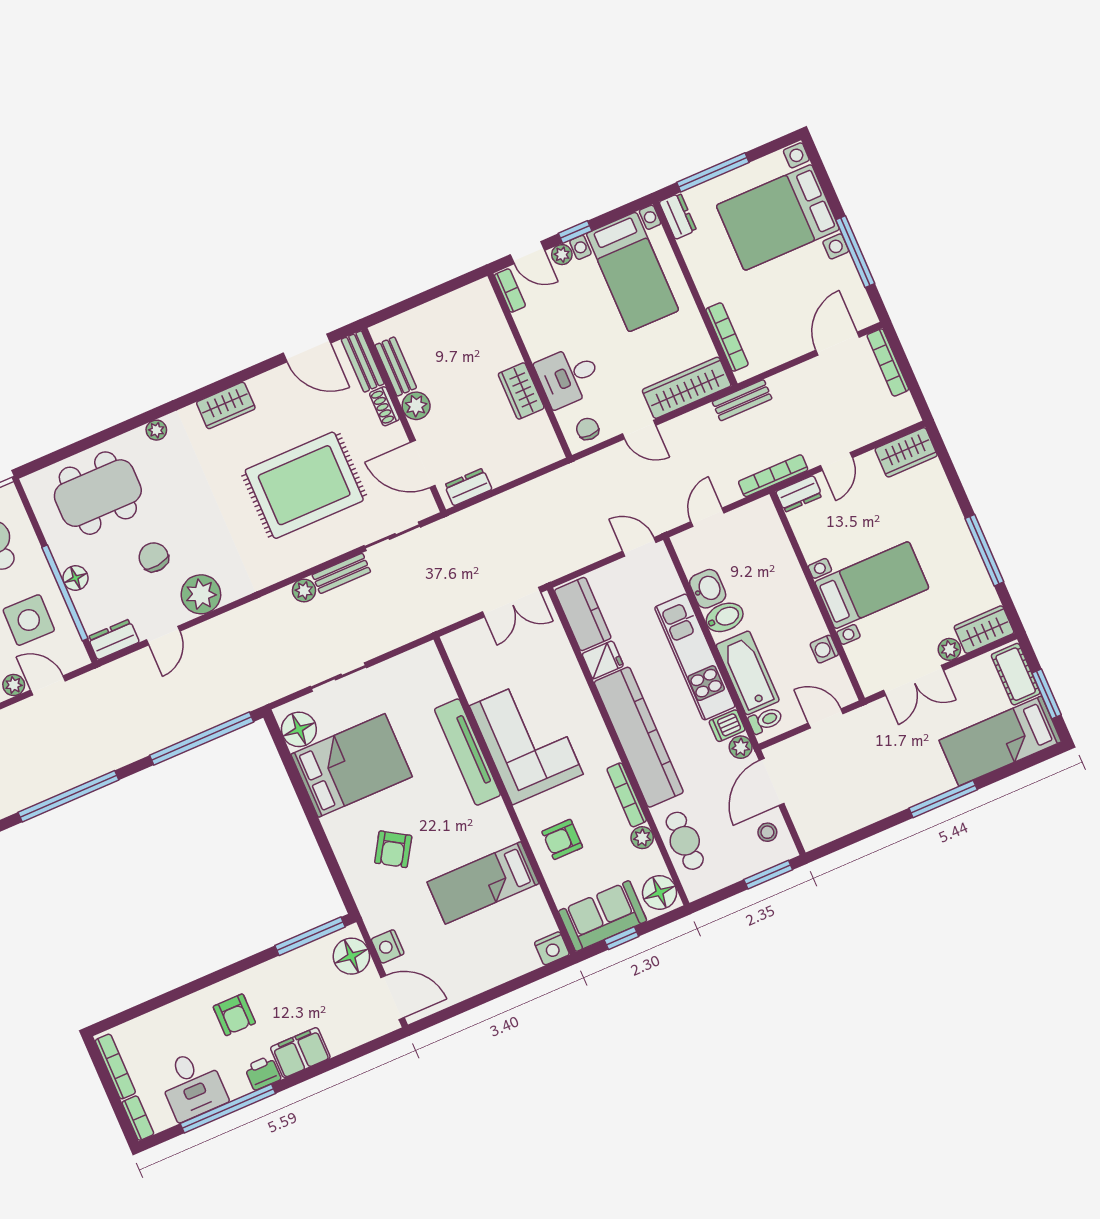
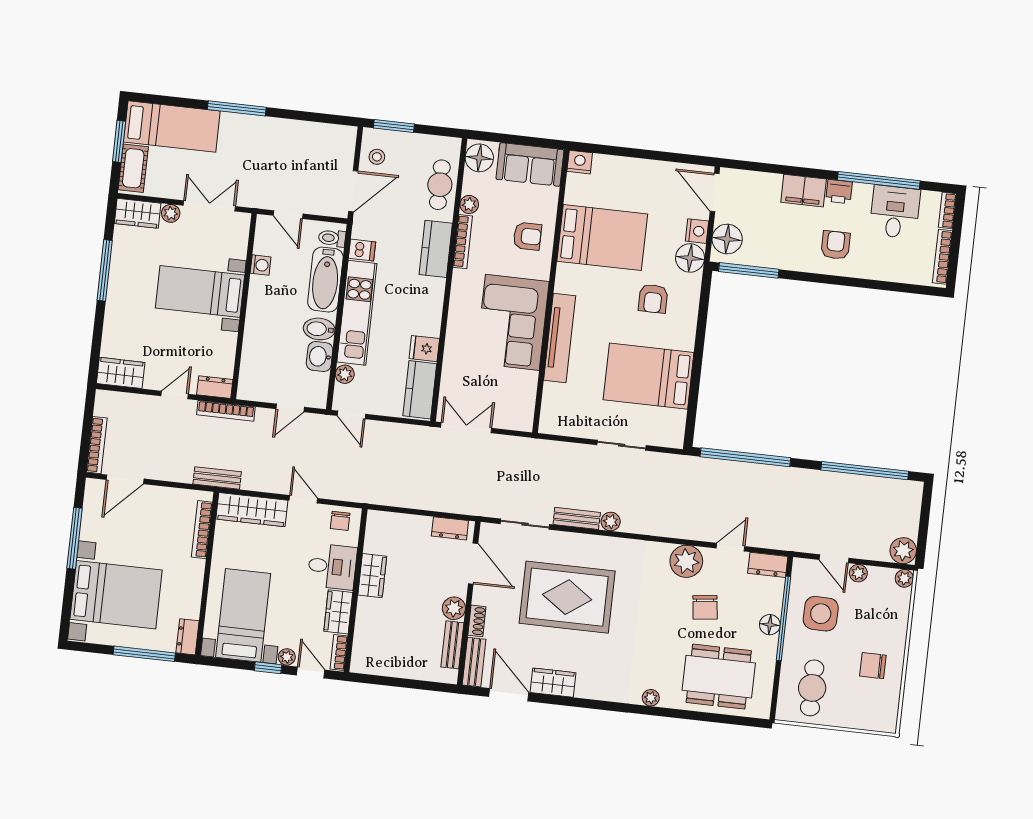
wardrobe: (535, 333) -> (338, 612), added
wardrobe: (226, 405) -> (553, 683), moved
floor lamp: (299, 729) -> (690, 258), moved
kitchen counter: (639, 737) -> (436, 249), width x0.48, depth x0.86
plant: (741, 747) -> (345, 374), moved
armchair: (393, 849) -> (653, 299), turned 148
bed: (483, 883) -> (602, 238), width x1.50
window: (621, 938) -> (525, 141), removed

